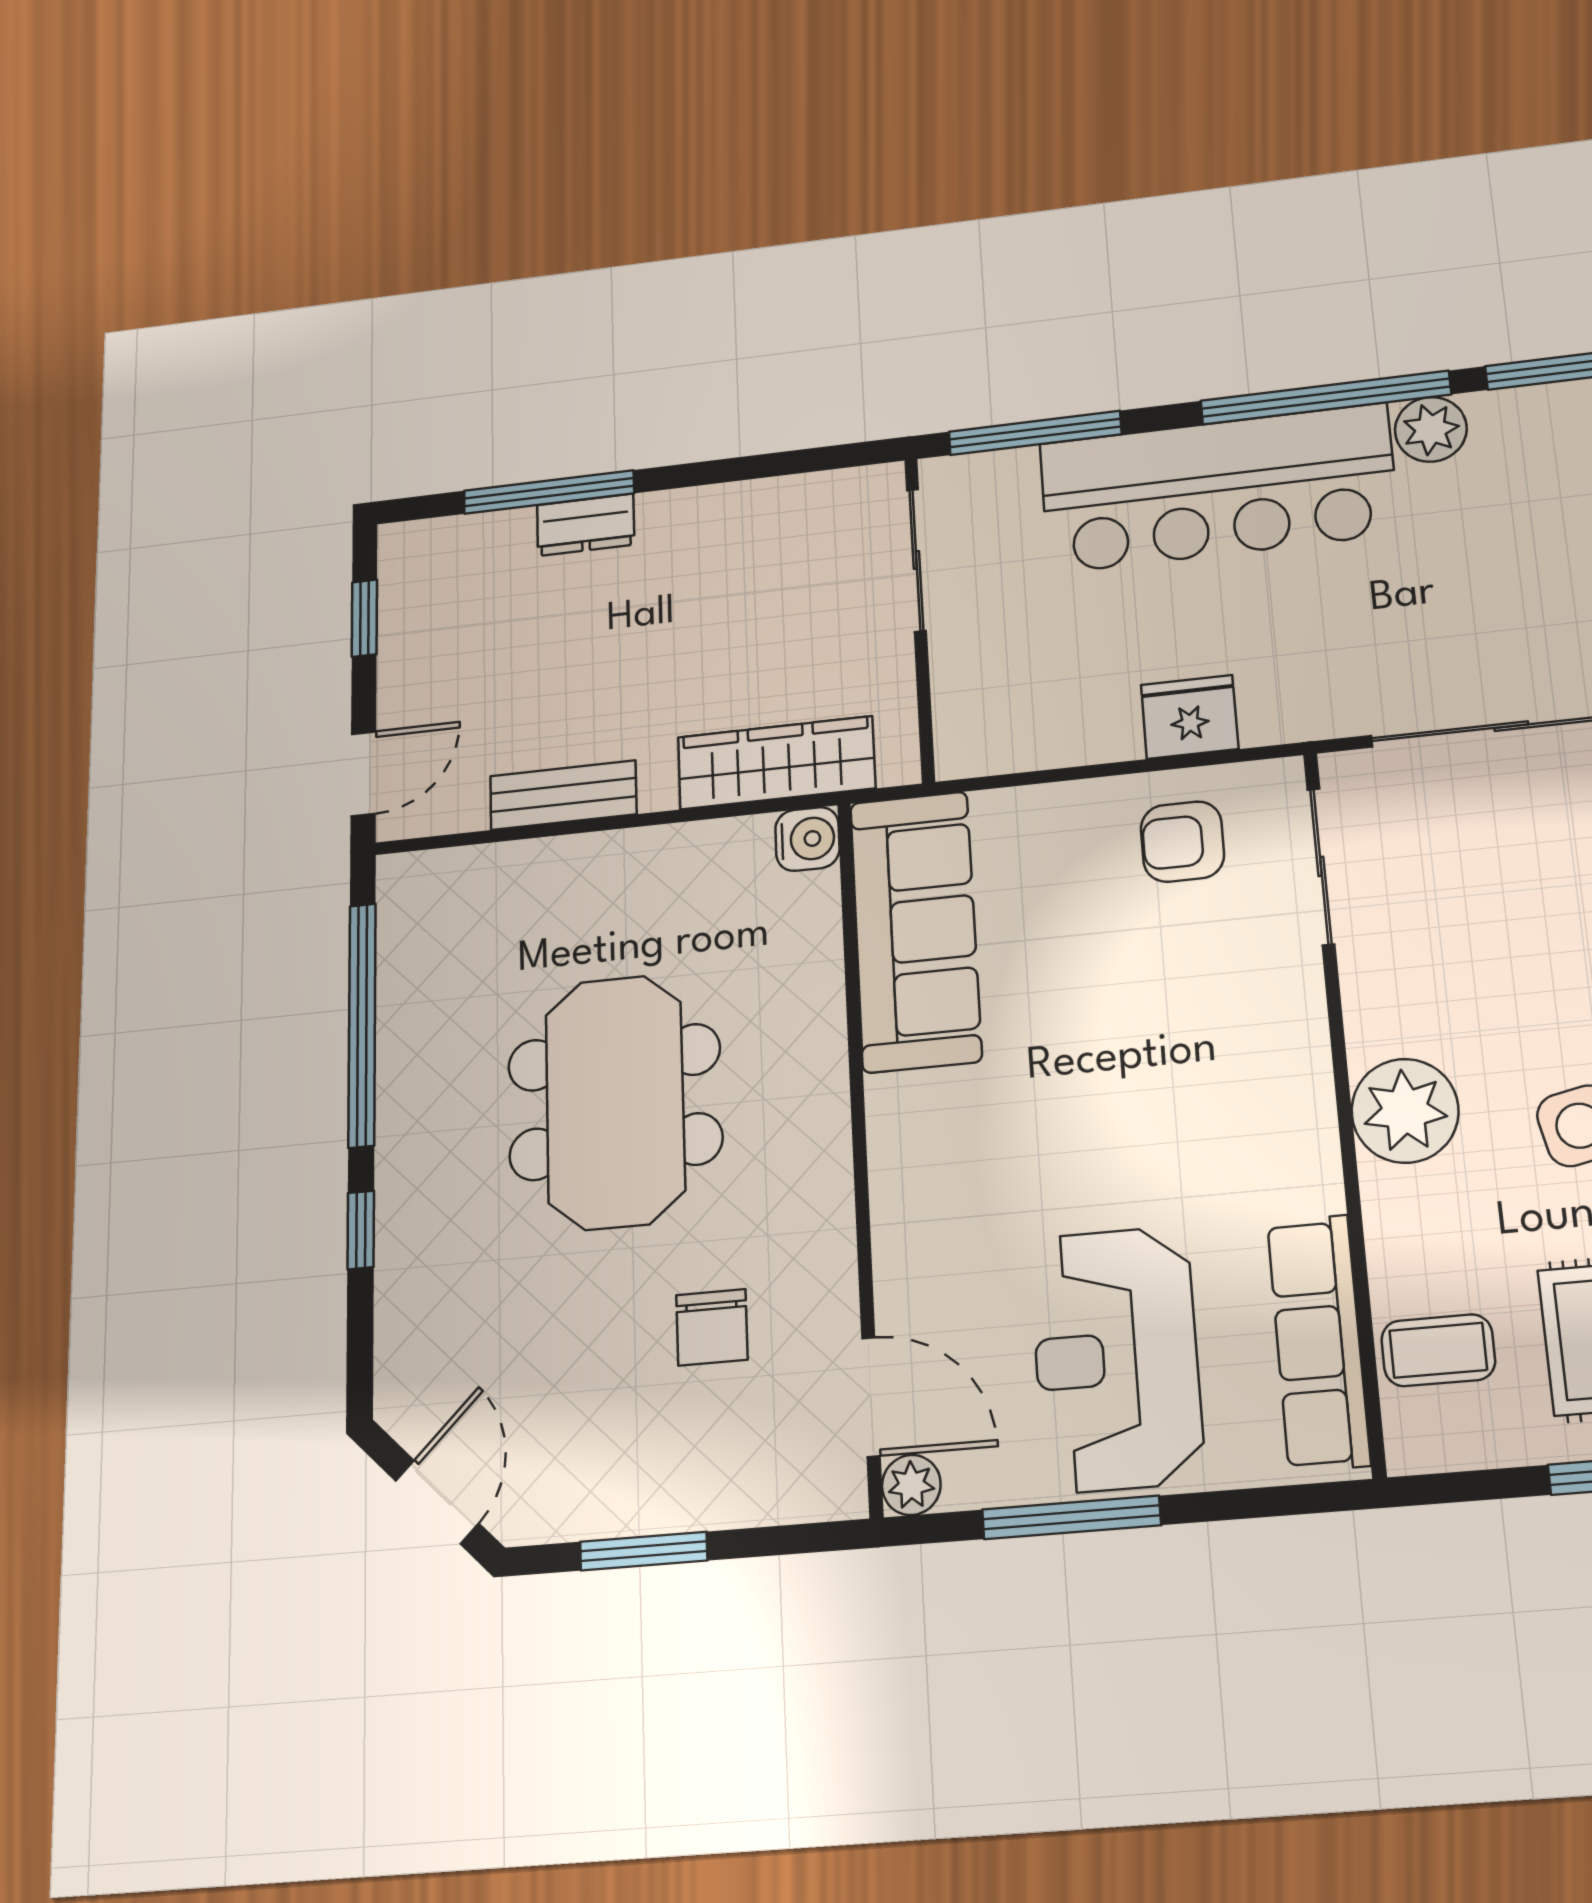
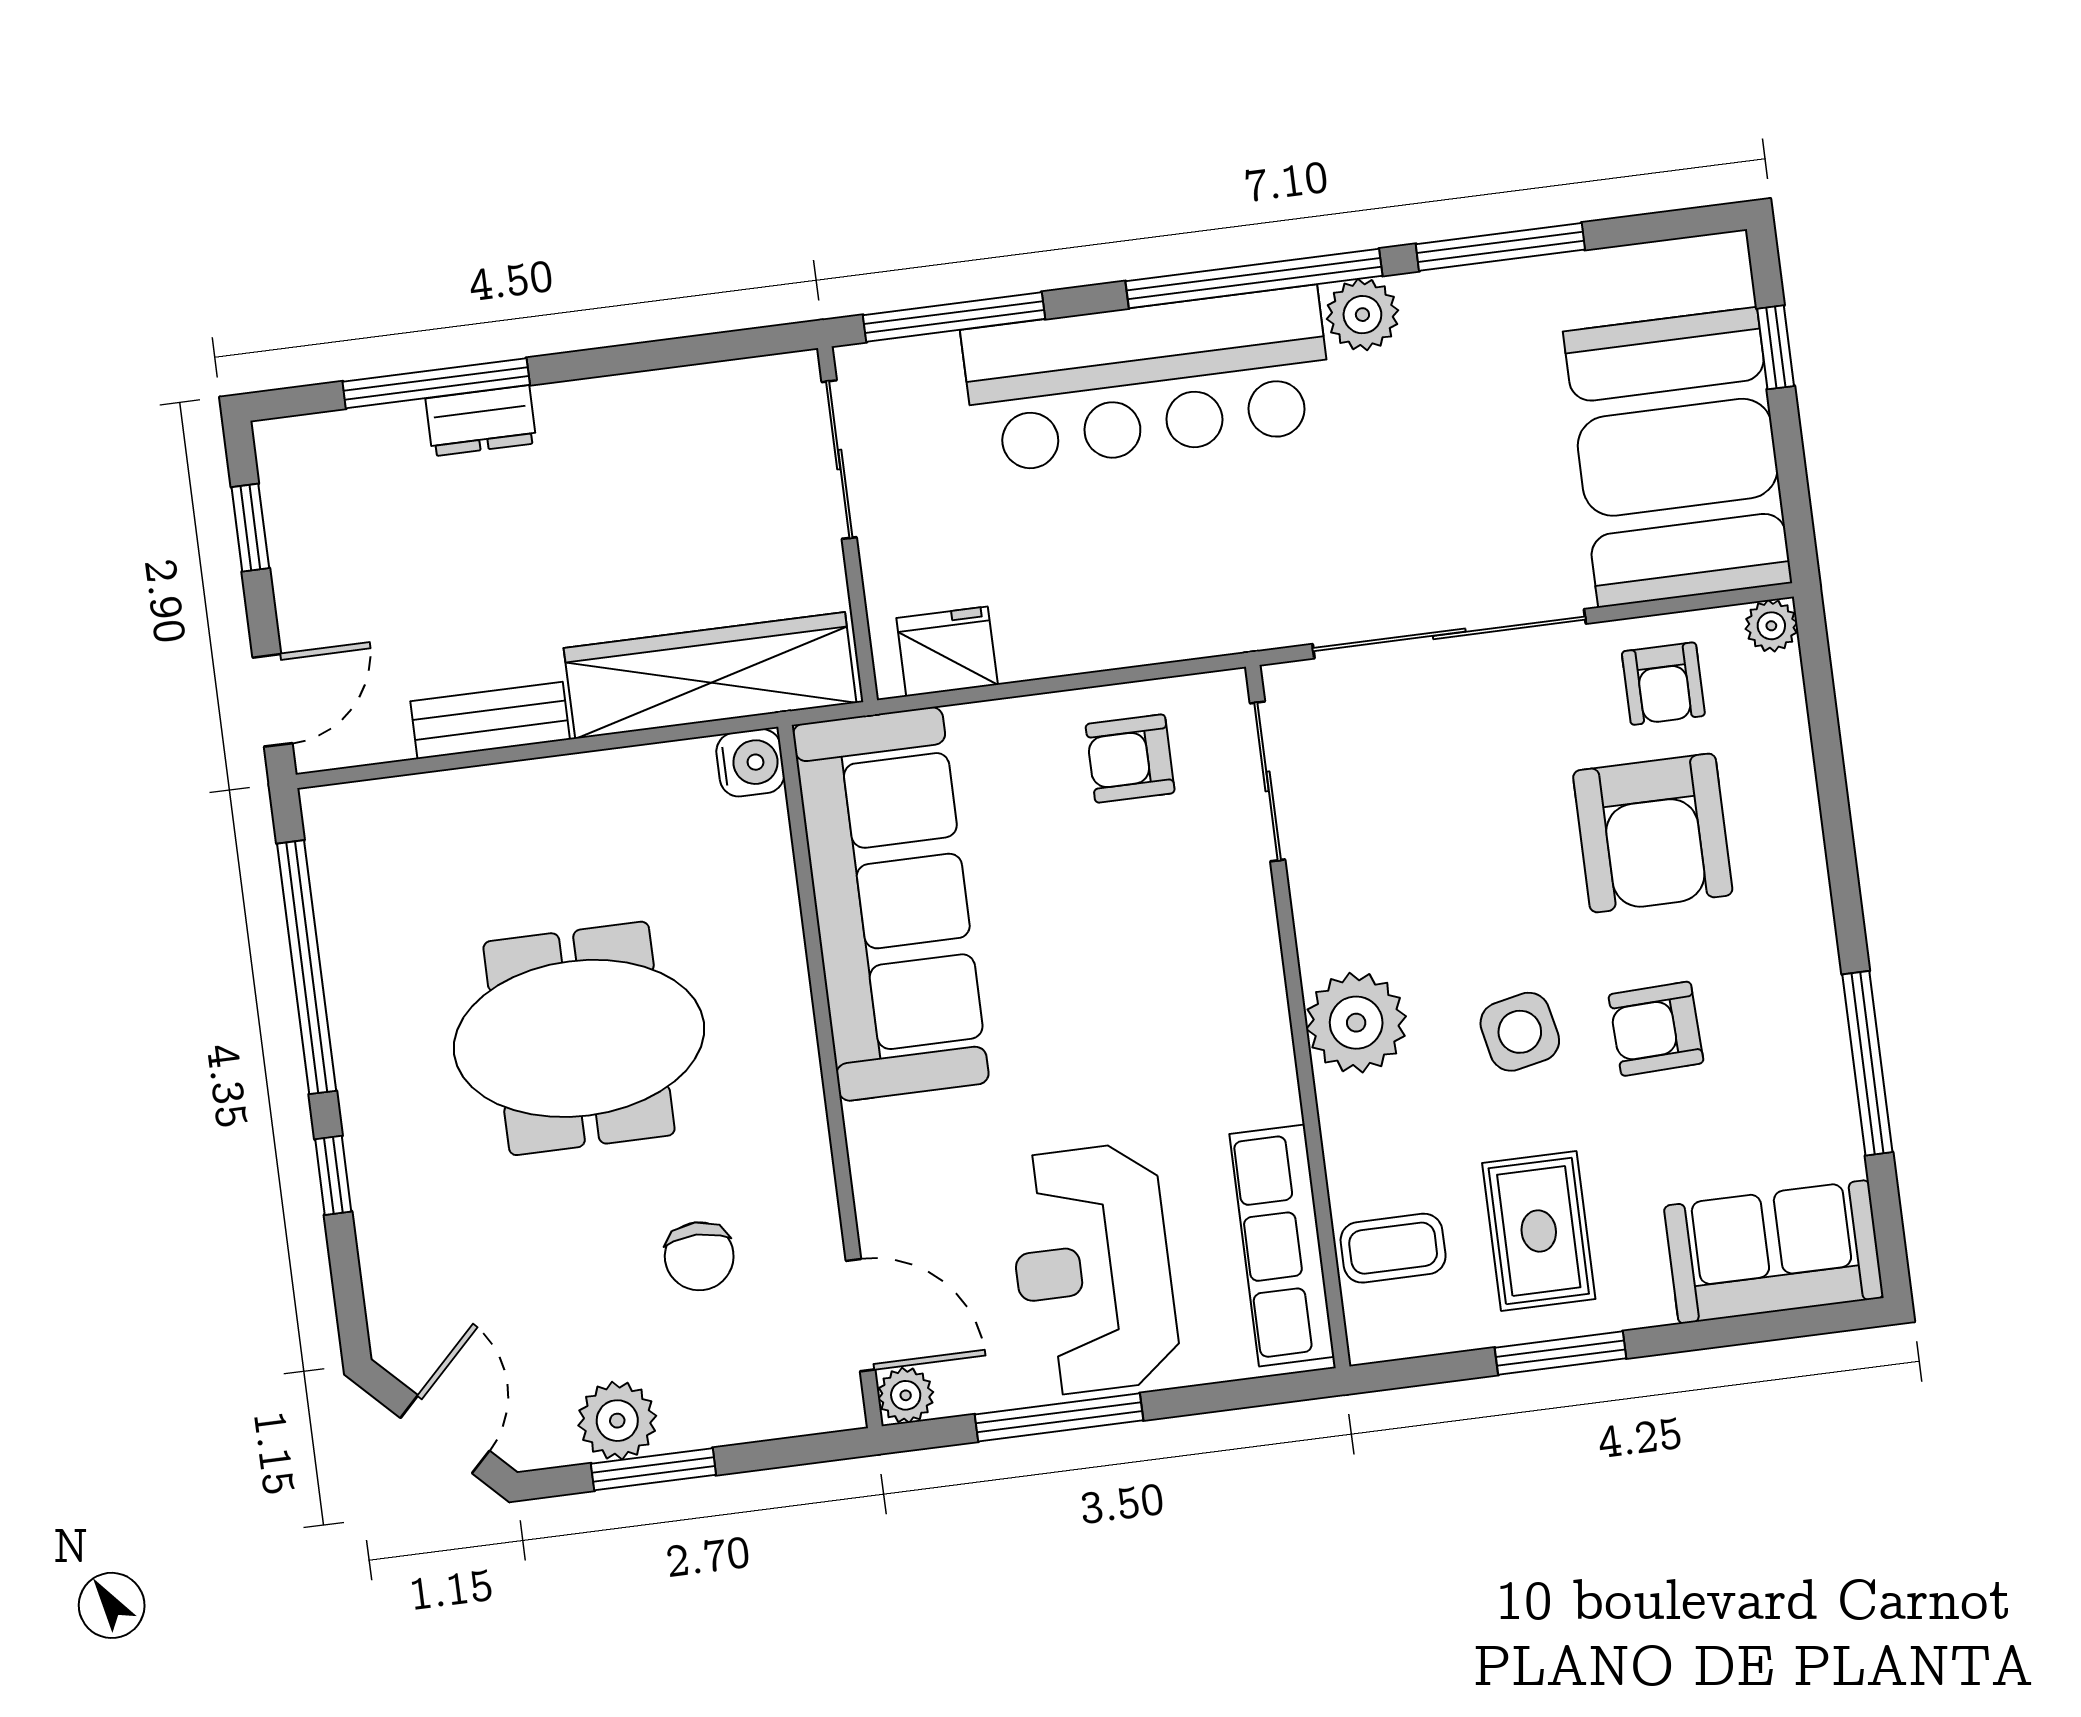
fridge: (1190, 717) -> (947, 651), moved
wardrobe: (776, 763) -> (710, 675), width x1.40, depth x1.17
sofa: (915, 931) -> (891, 904), width x1.36, depth x1.27
meeting table: (615, 1102) -> (579, 1038), turned 90
plant: (612, 1497) -> (617, 1421), added

